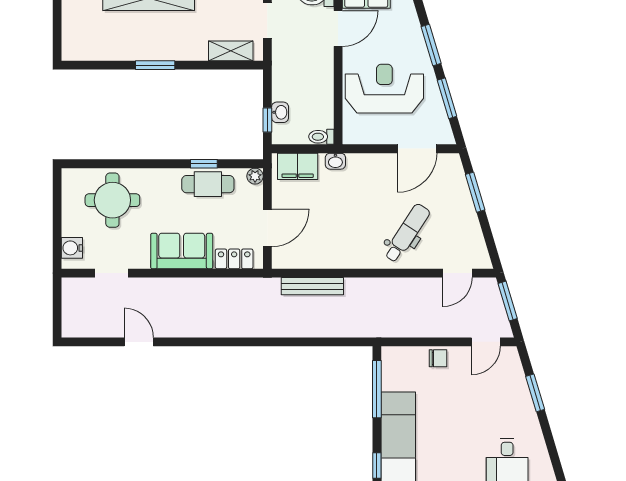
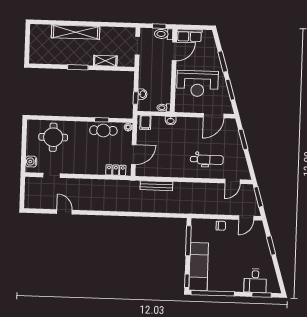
shelving: (231, 51) -> (105, 61), moved
reception desk: (384, 89) -> (197, 84), turned 180
filing cabinet: (298, 166) -> (145, 123), width x0.50
dental chair: (407, 233) -> (207, 160), turned 57
sofa: (182, 251) -> (89, 165), removed

